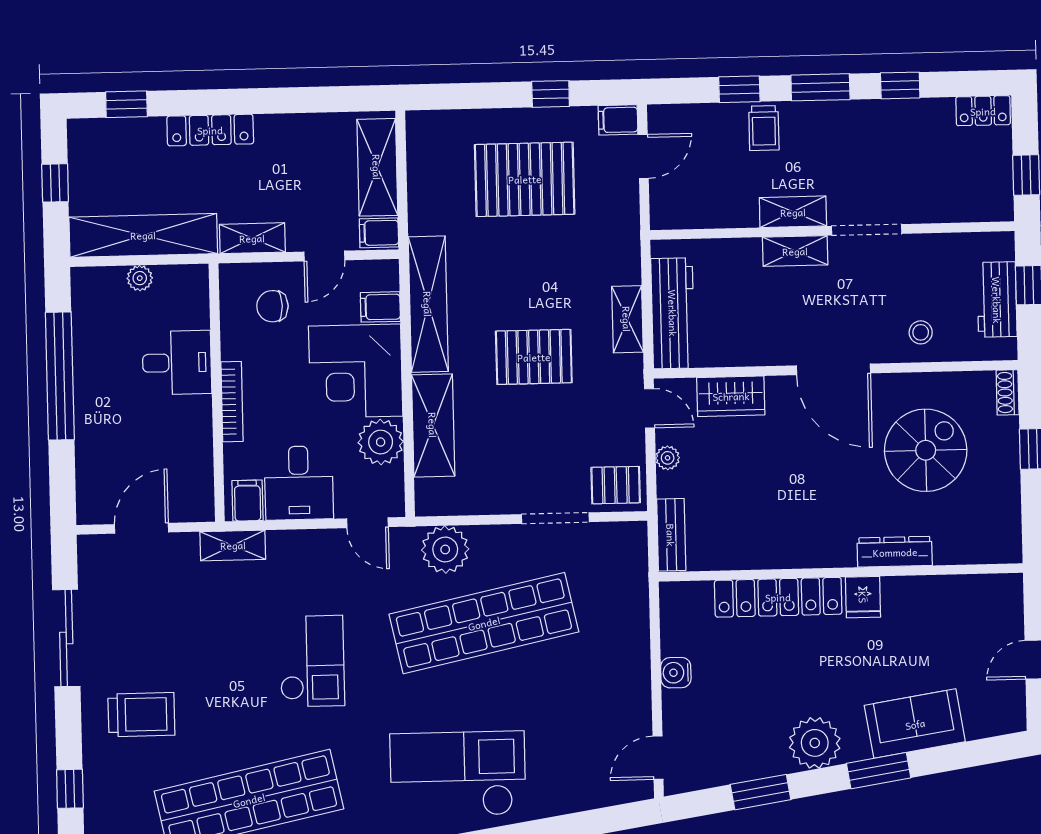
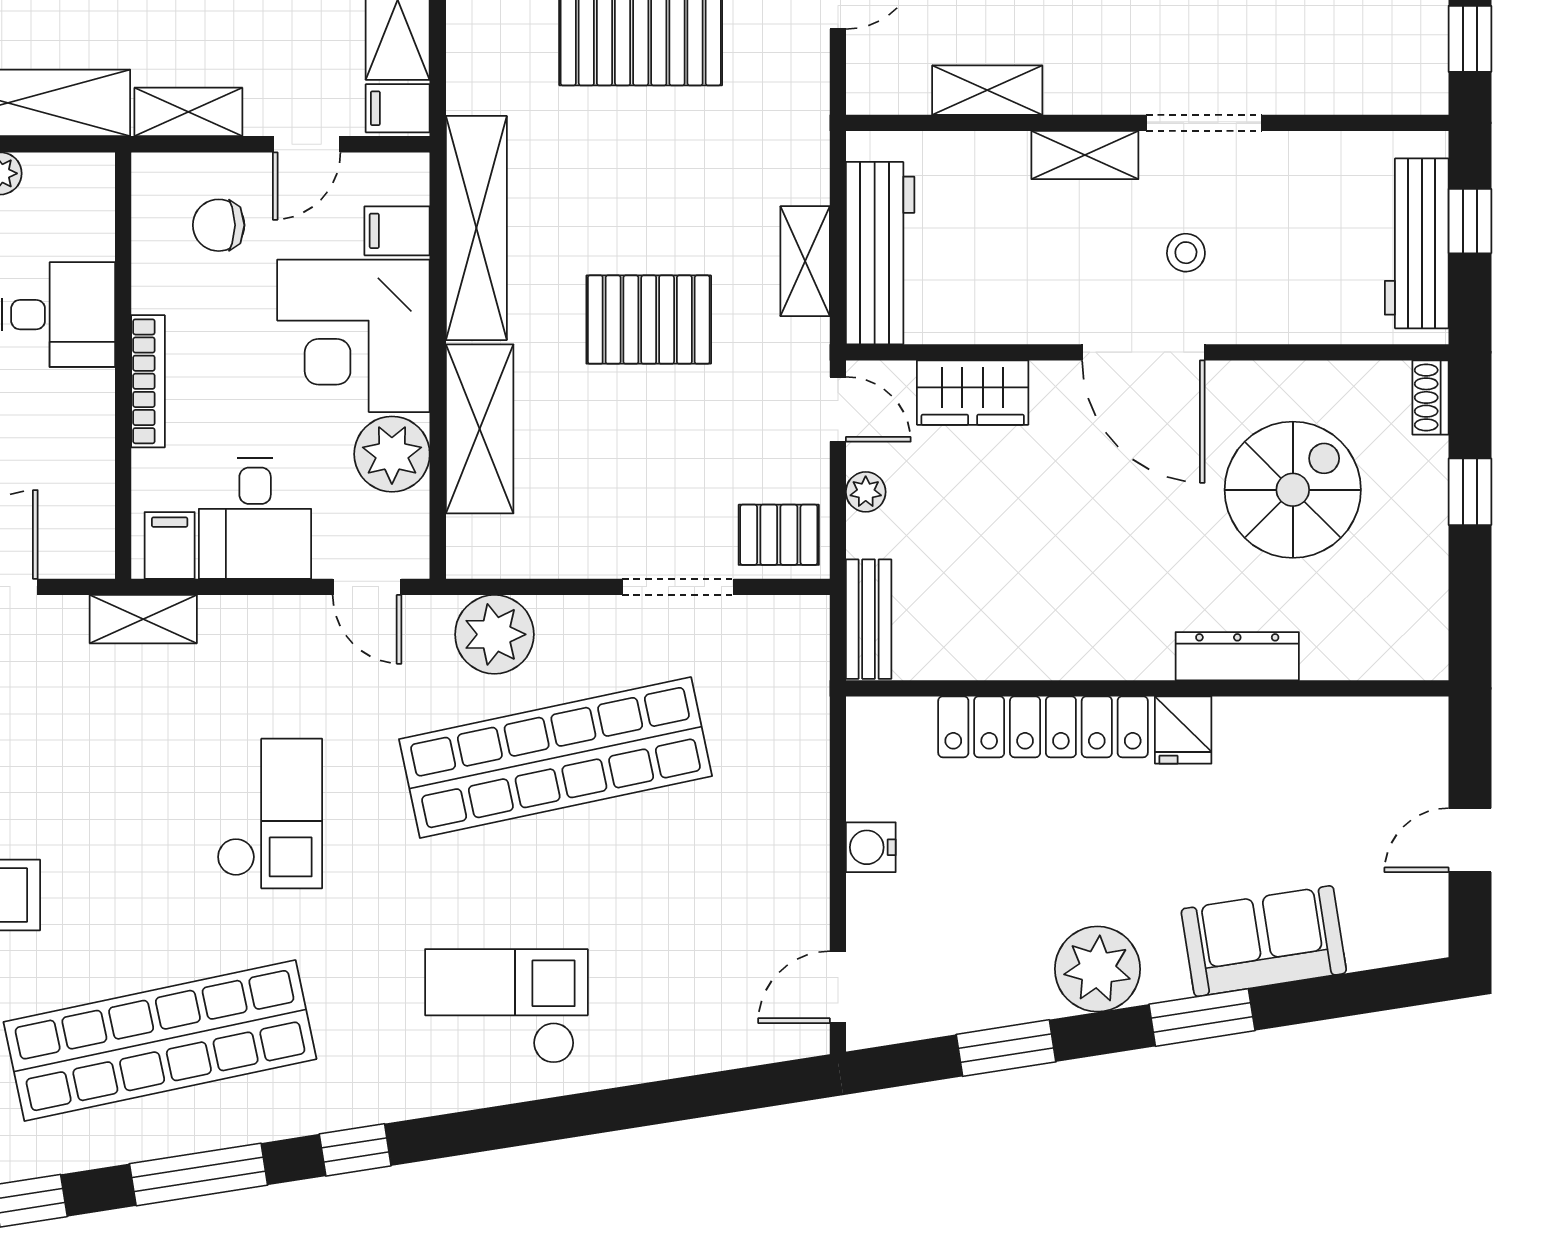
shelving: (793, 212) -> (987, 90), moved
workbench: (997, 300) -> (1417, 243), width x1.37
stool: (921, 332) -> (1186, 253), moved
checkout: (458, 774) -> (506, 1006), width x0.73, depth x0.83

